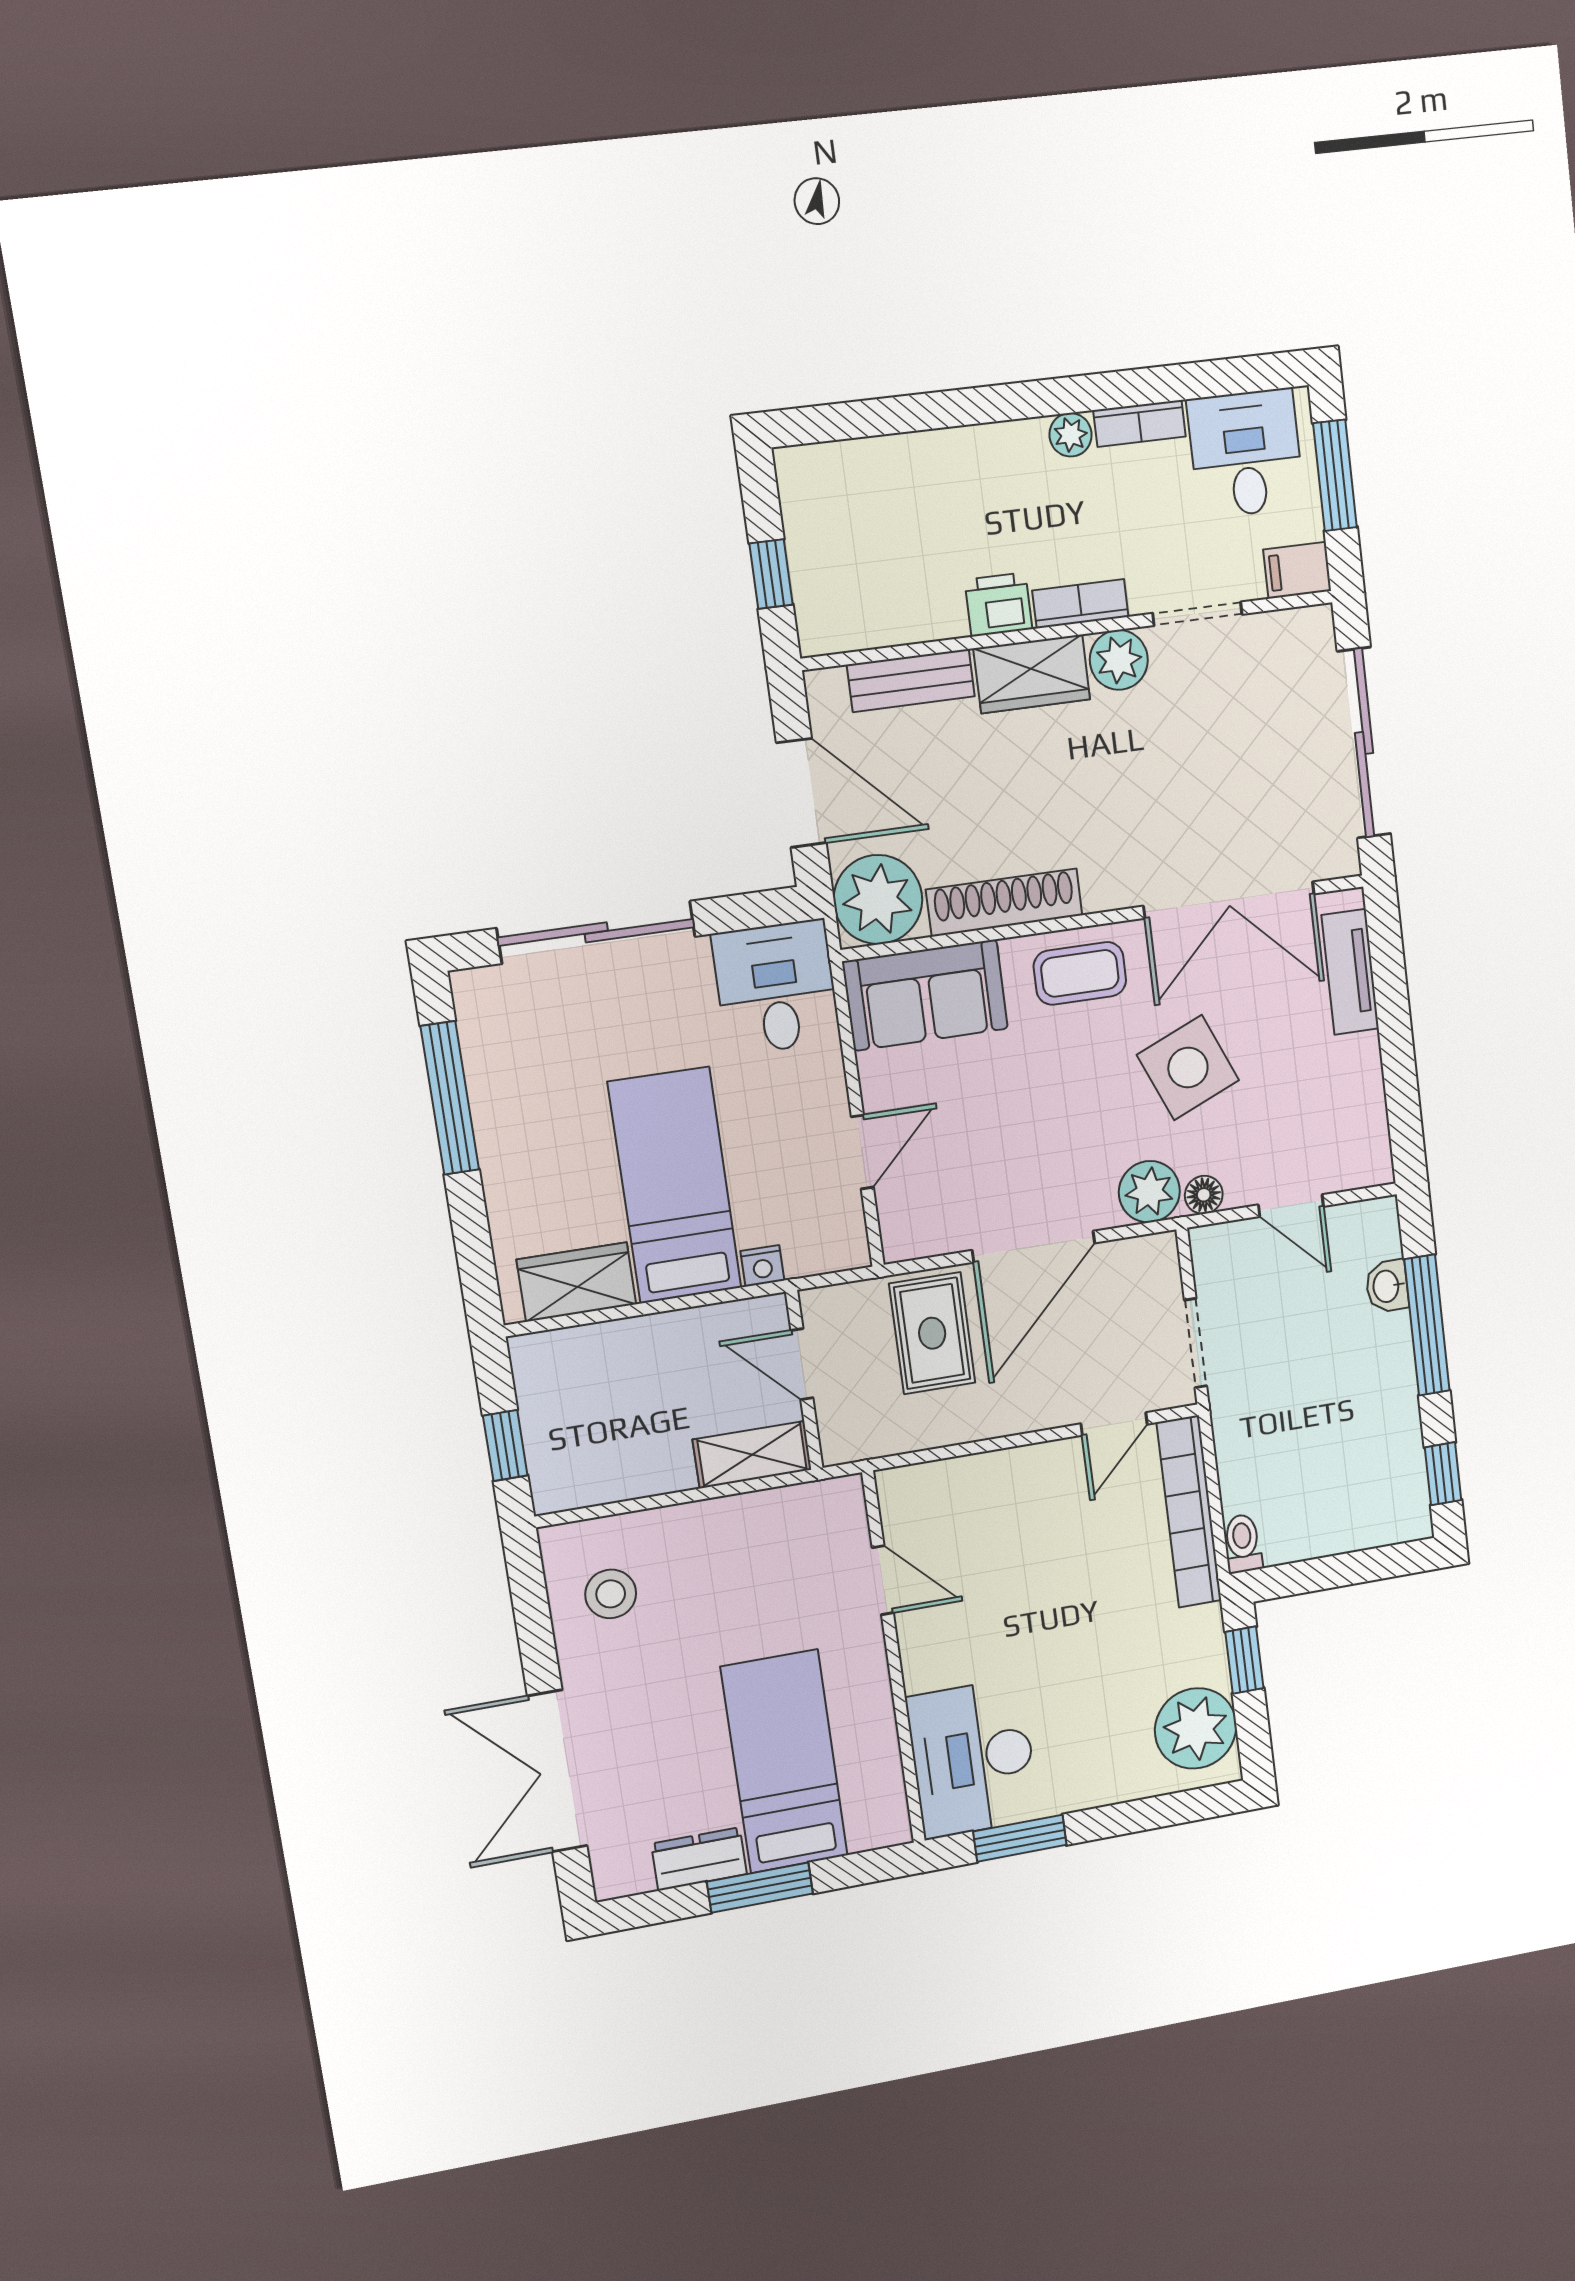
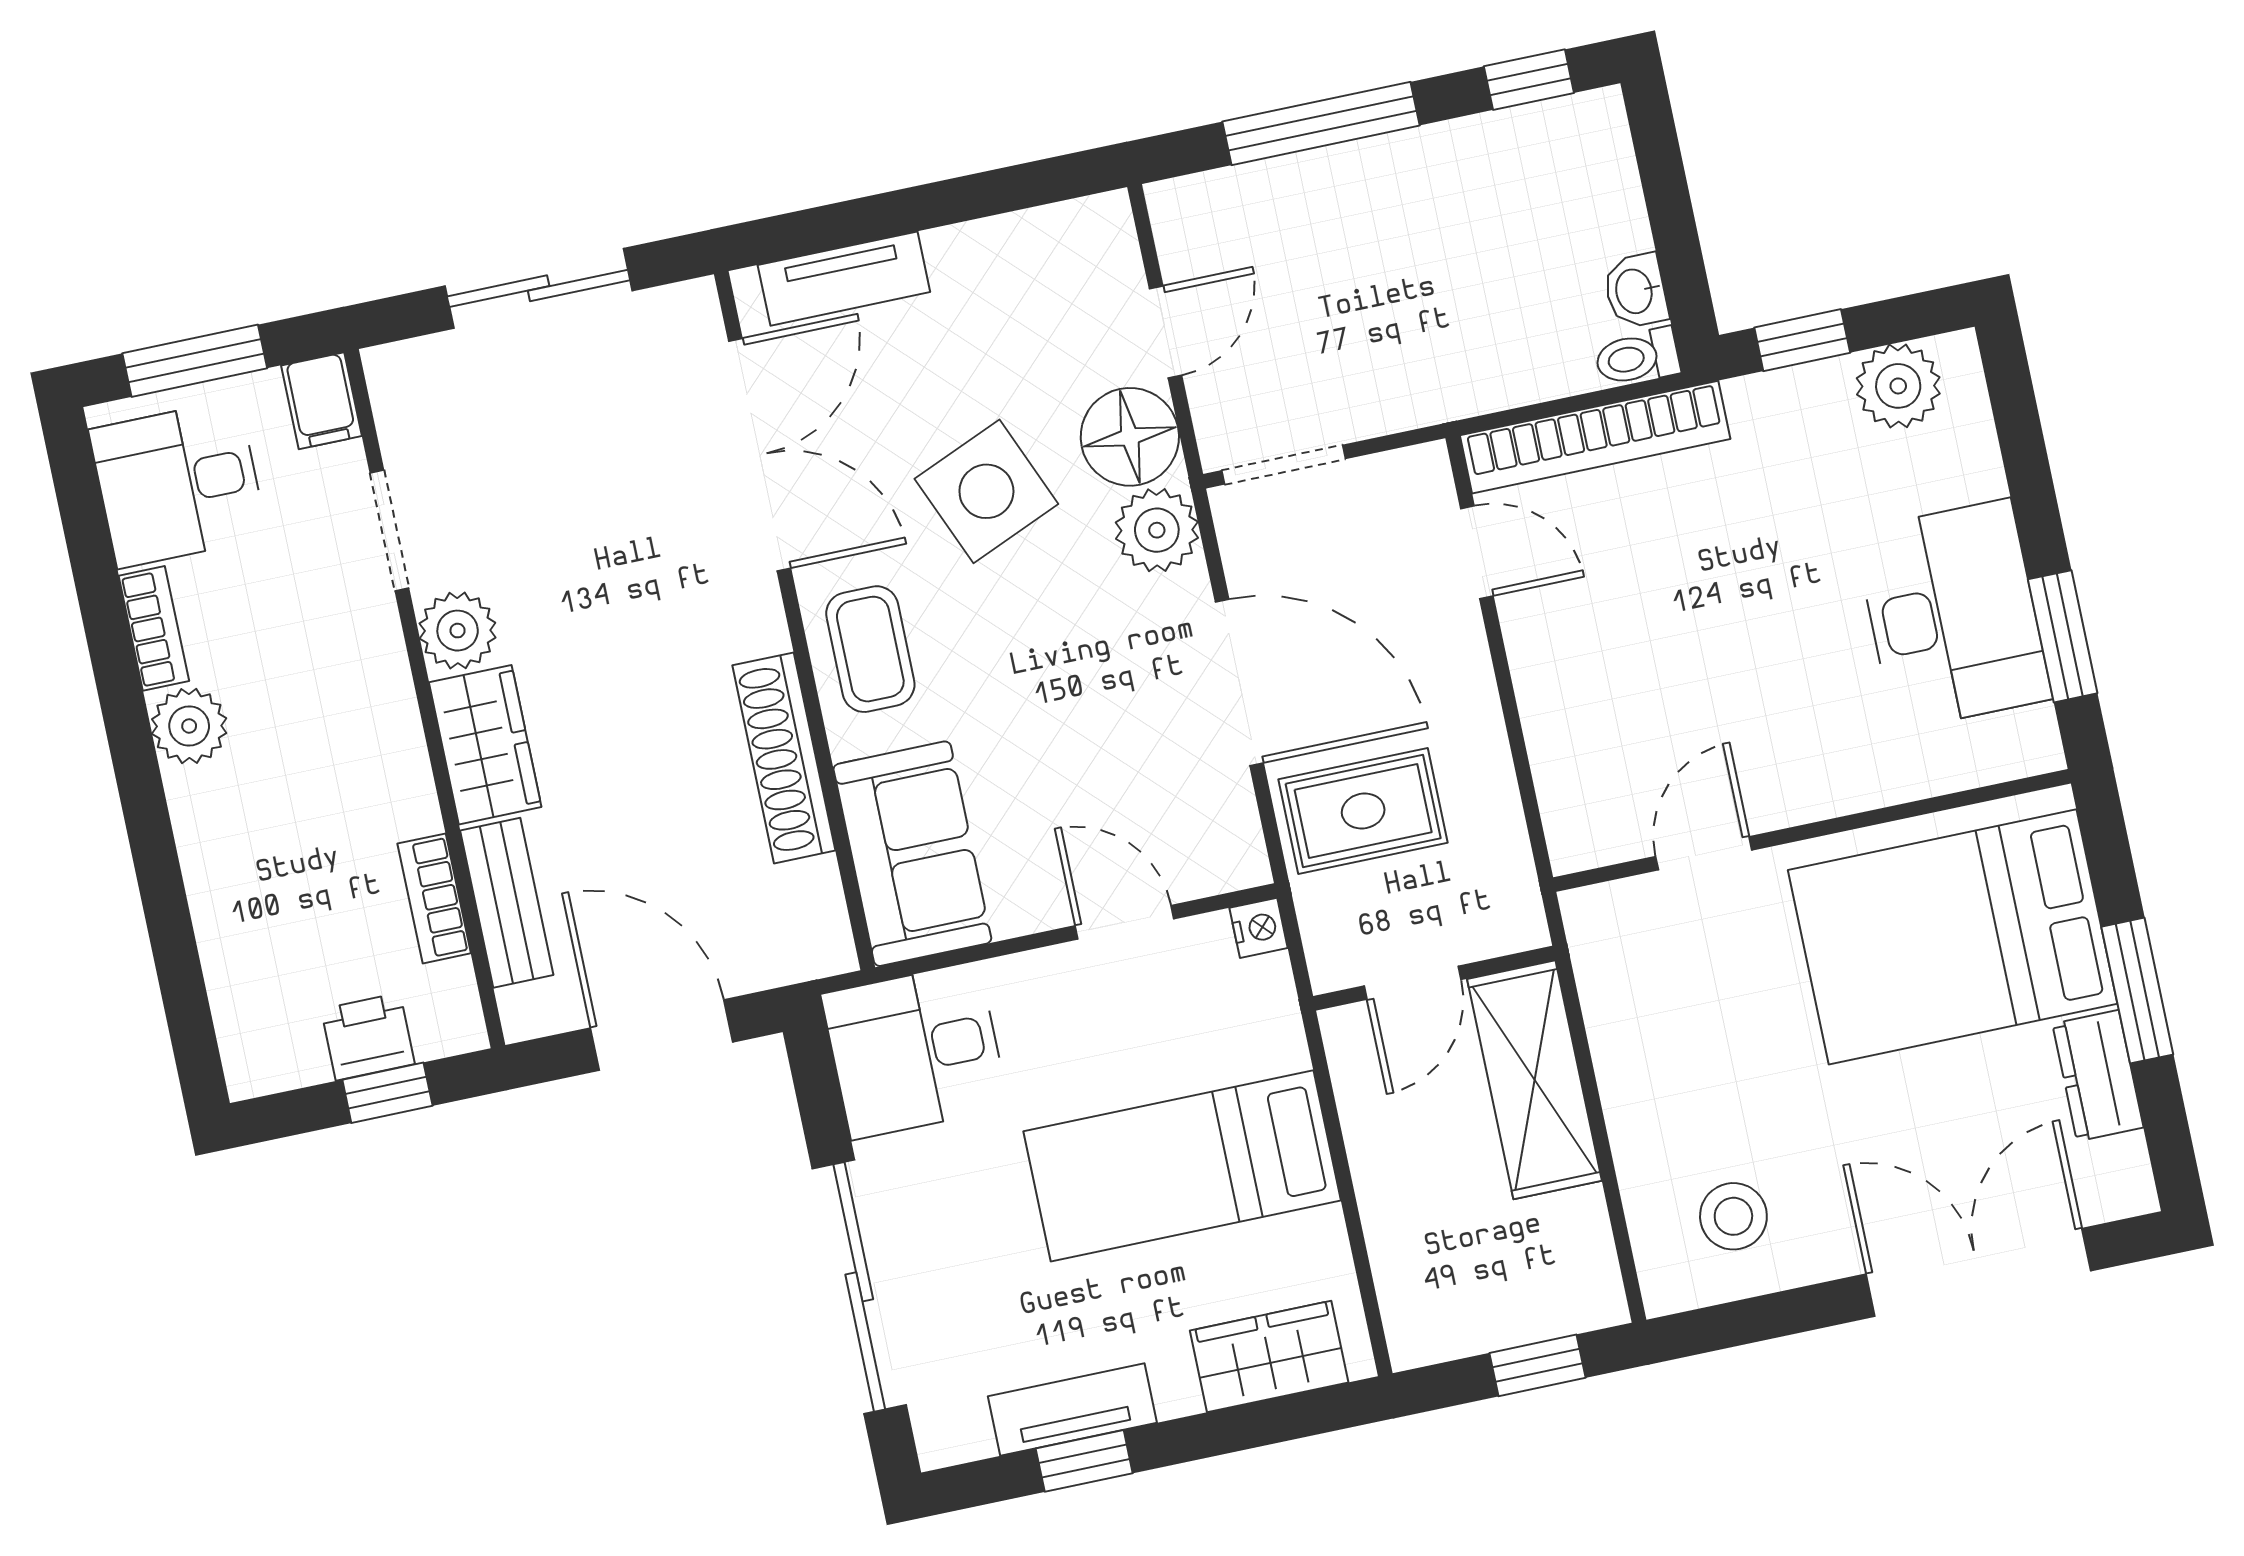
plant: (1071, 435) -> (189, 726), width x1.38, depth x1.38
printer: (998, 604) -> (368, 1037), moved, turned 90
bookcase: (1080, 604) -> (434, 898), moved
sliding door: (1364, 743) -> (539, 288), width x0.73
door: (801, 793) -> (662, 1035), hinge flipped
plant: (878, 900) -> (792, 925), removed
tv unit: (491, 1091) -> (1072, 1409), added
window: (450, 1098) -> (1084, 1461), width x0.46
floor lamp: (1204, 1195) -> (1130, 437), width x1.89, depth x1.89
nightstand: (762, 1266) -> (1259, 928), moved
wardrobe: (576, 1282) -> (1269, 1356), moved, turned 90
washbasin: (1387, 1286) -> (1636, 291), moved, turned 90
doorway: (1195, 1343) -> (1284, 465), moved
shelving: (752, 1455) -> (1534, 1080), width x1.50, depth x1.33
plant: (1196, 1728) -> (1898, 386), width x0.73, depth x0.73
desk: (973, 1758) -> (1953, 615), moved, turned -90
bed: (784, 1761) -> (1953, 937), width x1.50
double door: (557, 1771) -> (1978, 1272), swing flipped

